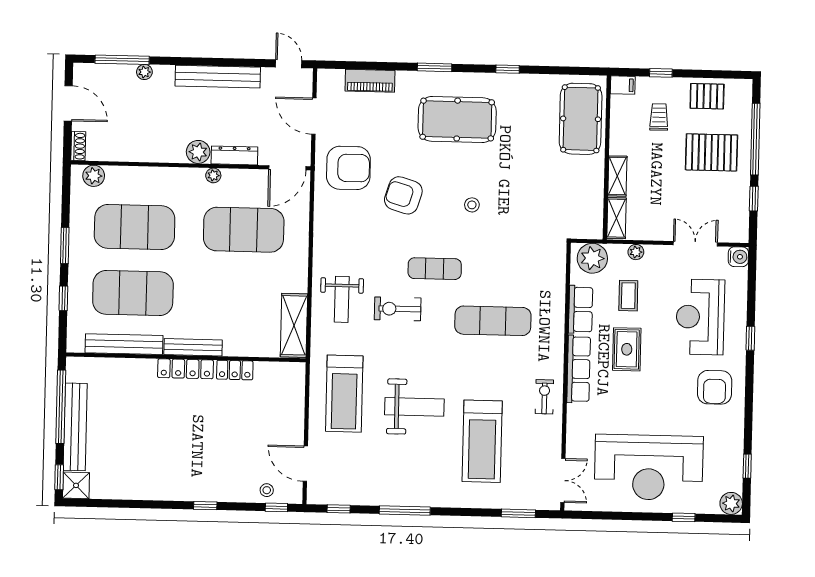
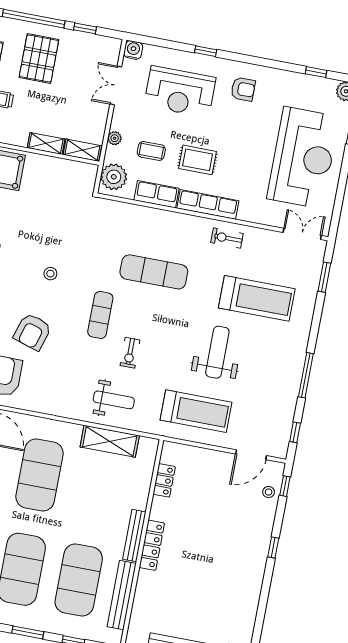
exercise bike: (398, 309) -> (130, 353), width x0.73, depth x0.72
exercise mat: (493, 321) -> (154, 272), turned 90
shelving: (294, 325) -> (110, 441), moved
locker: (235, 370) -> (164, 480), moved
armchair: (715, 387) -> (243, 89), width x0.72, depth x0.72

